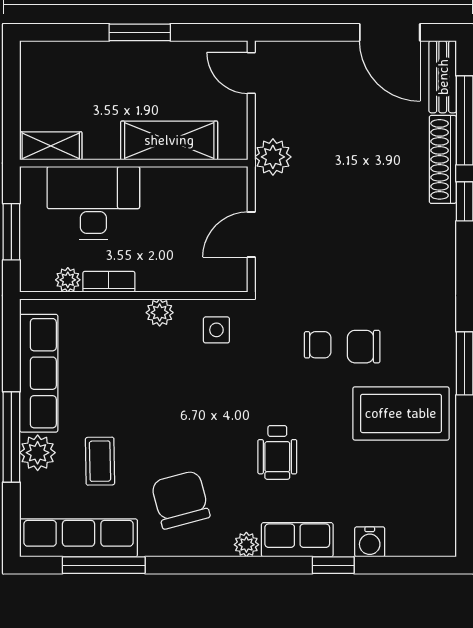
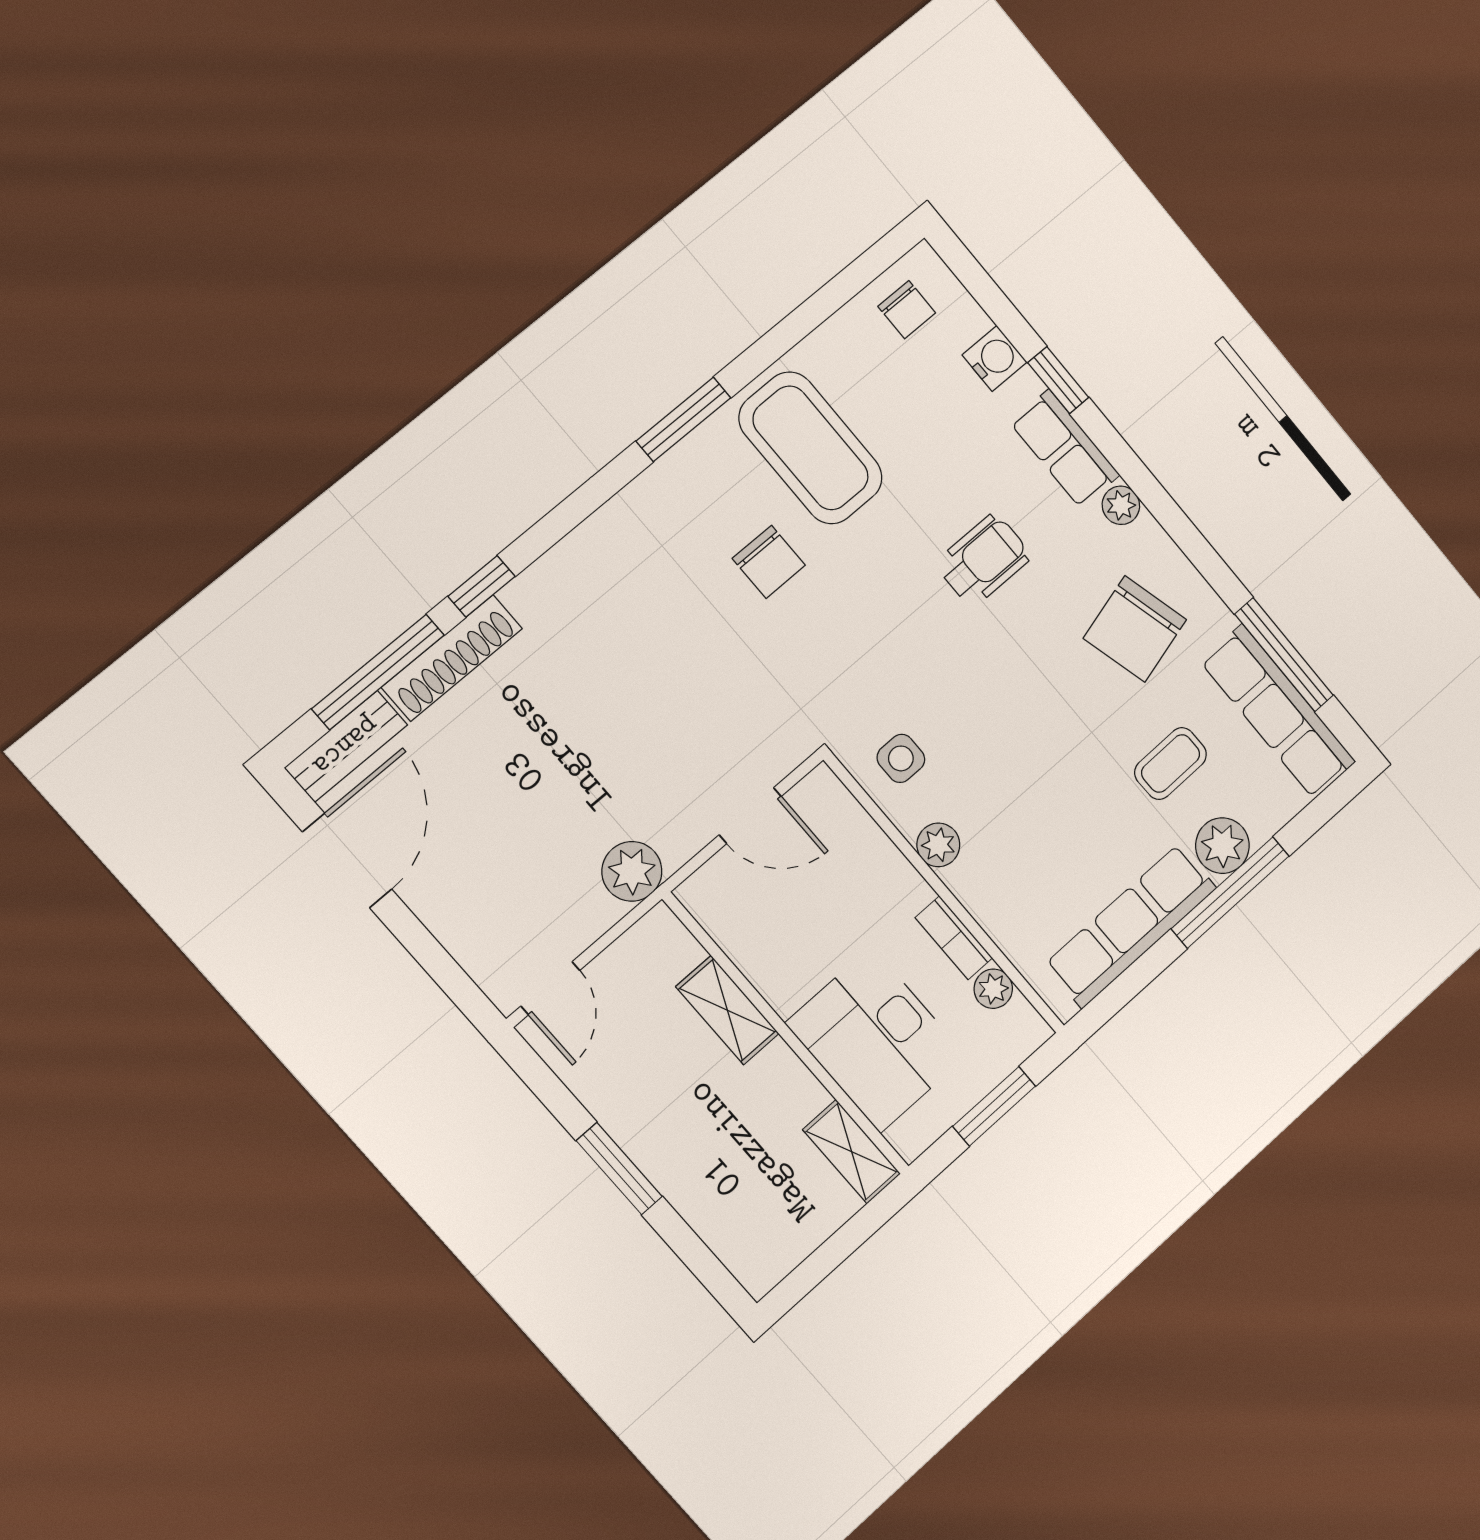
shelving: (169, 140) -> (727, 1010), width x0.67, depth x0.75
chair: (318, 345) -> (907, 310), moved, turned 180

